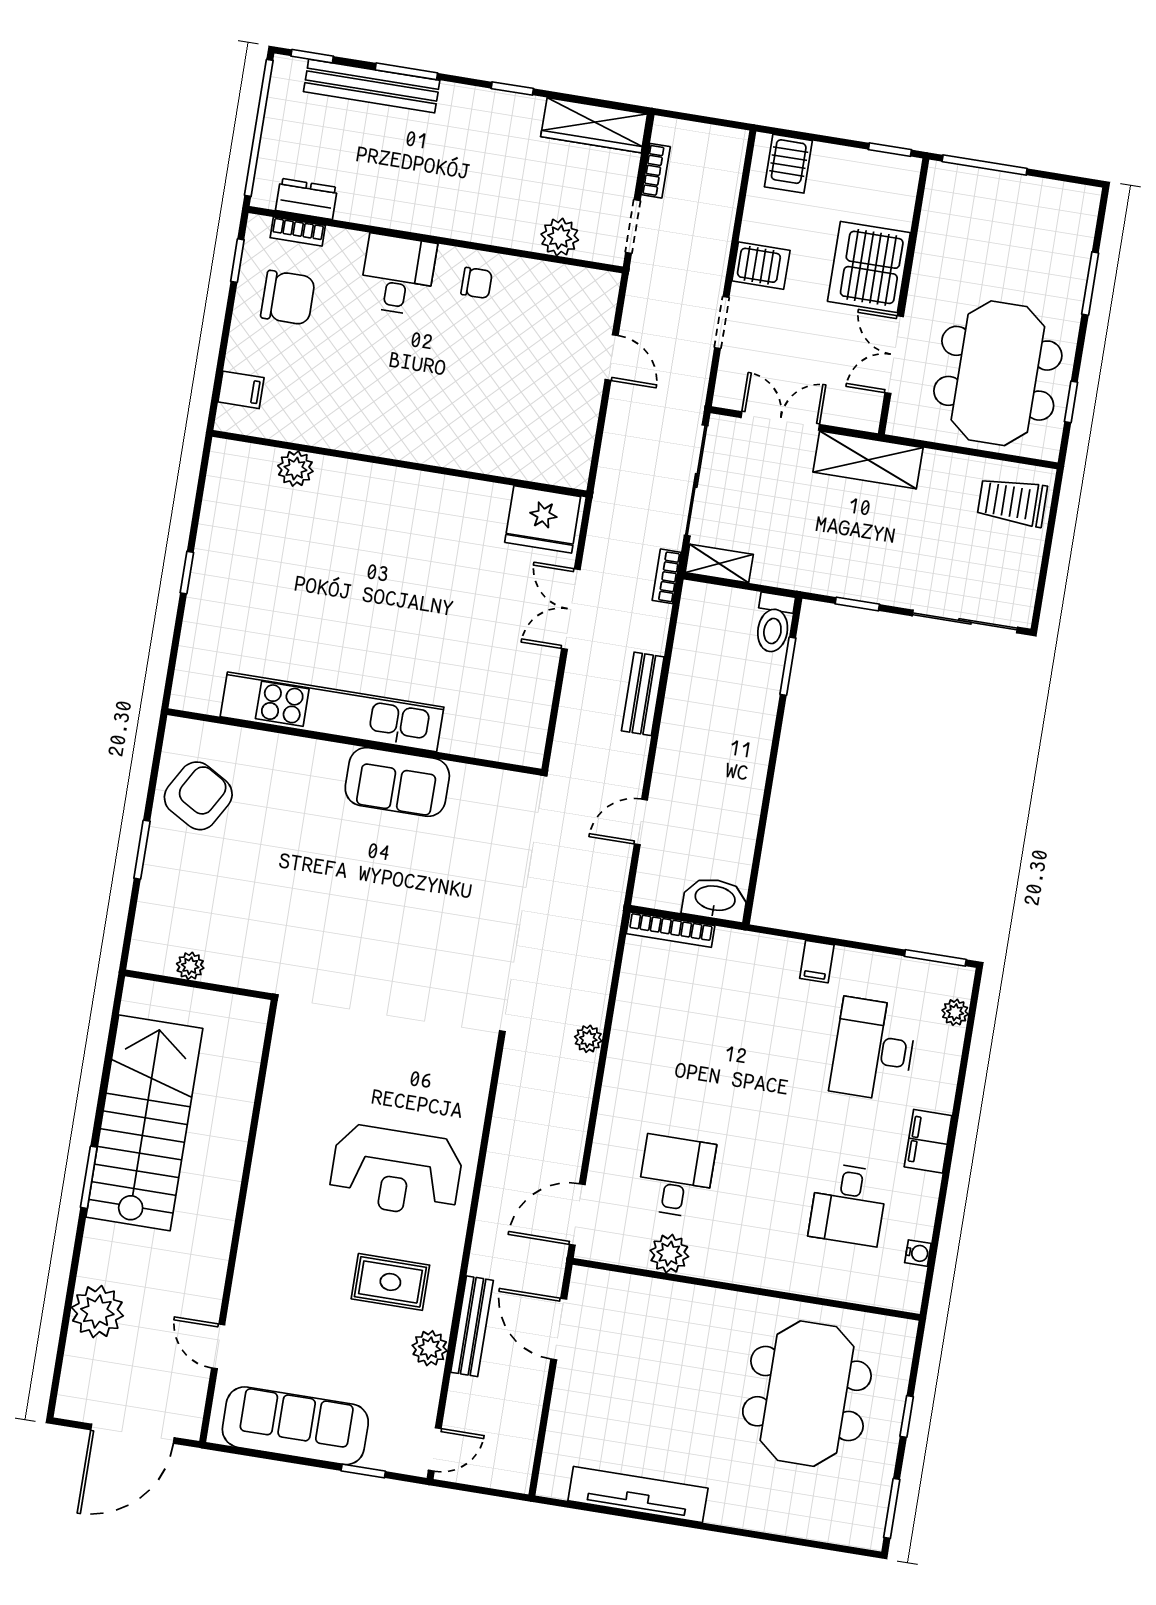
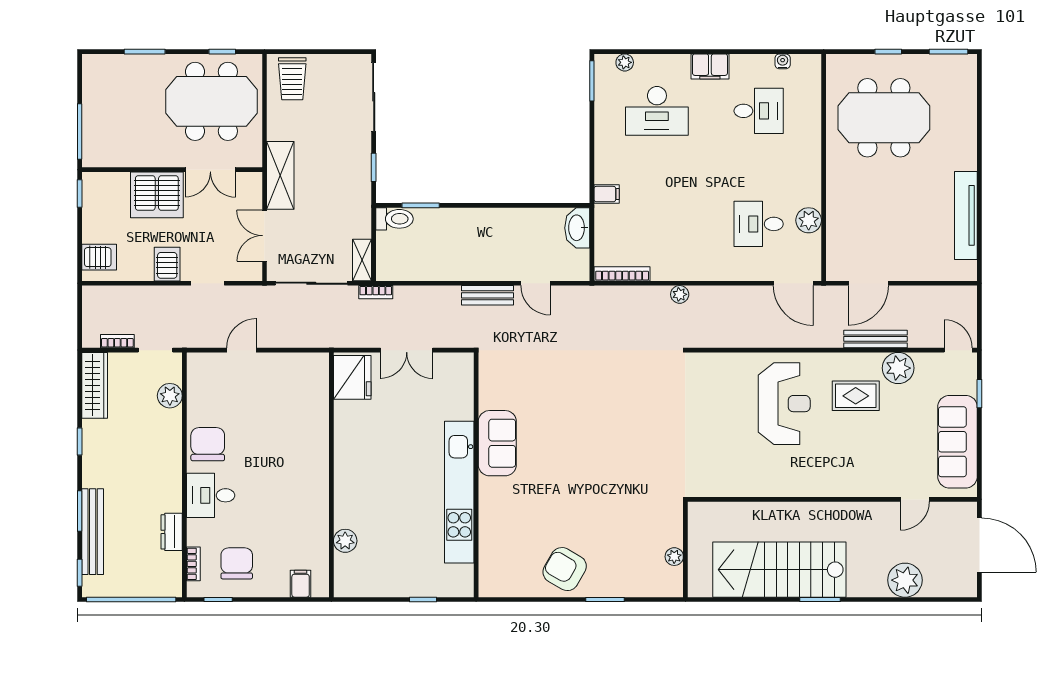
dresser: (306, 199) -> (172, 532), moved
chair: (477, 283) -> (208, 444), width x1.87, depth x1.87
bench: (643, 694) -> (487, 295), moved
kitchen unit: (332, 712) -> (459, 492), moved
wall: (354, 742) -> (476, 475), moved
sofa: (397, 782) -> (497, 443), moved
bookcase: (671, 930) -> (622, 274), moved, turned -90
filing cabinet: (817, 962) -> (607, 194), moved
rug: (390, 1282) -> (856, 396), turned 90
plant: (430, 1348) -> (898, 368), width x1.36, depth x1.36

